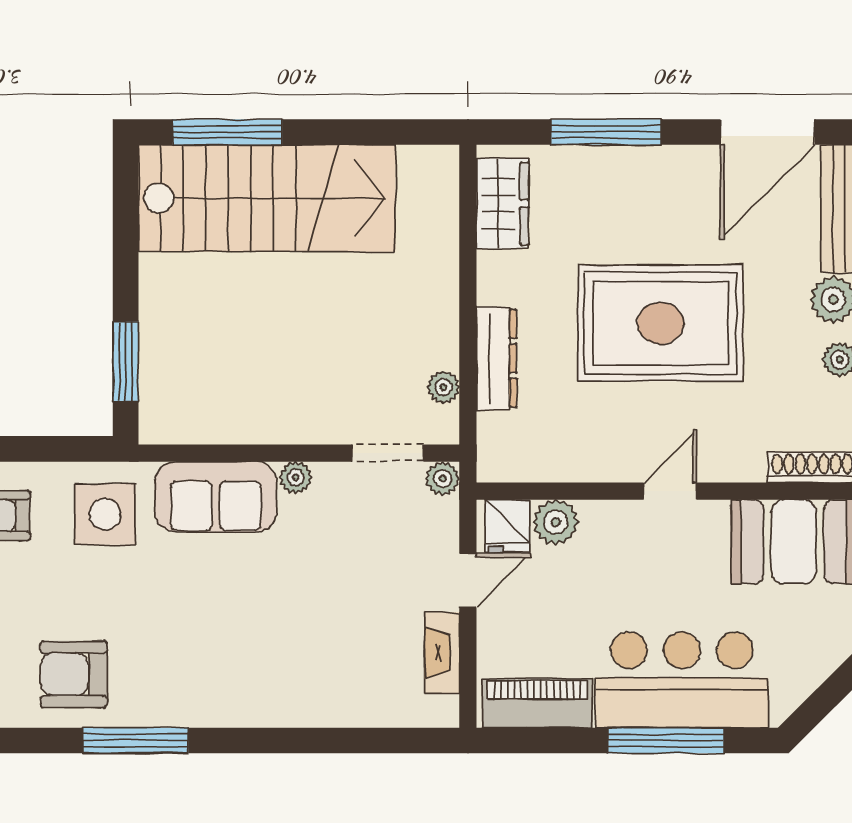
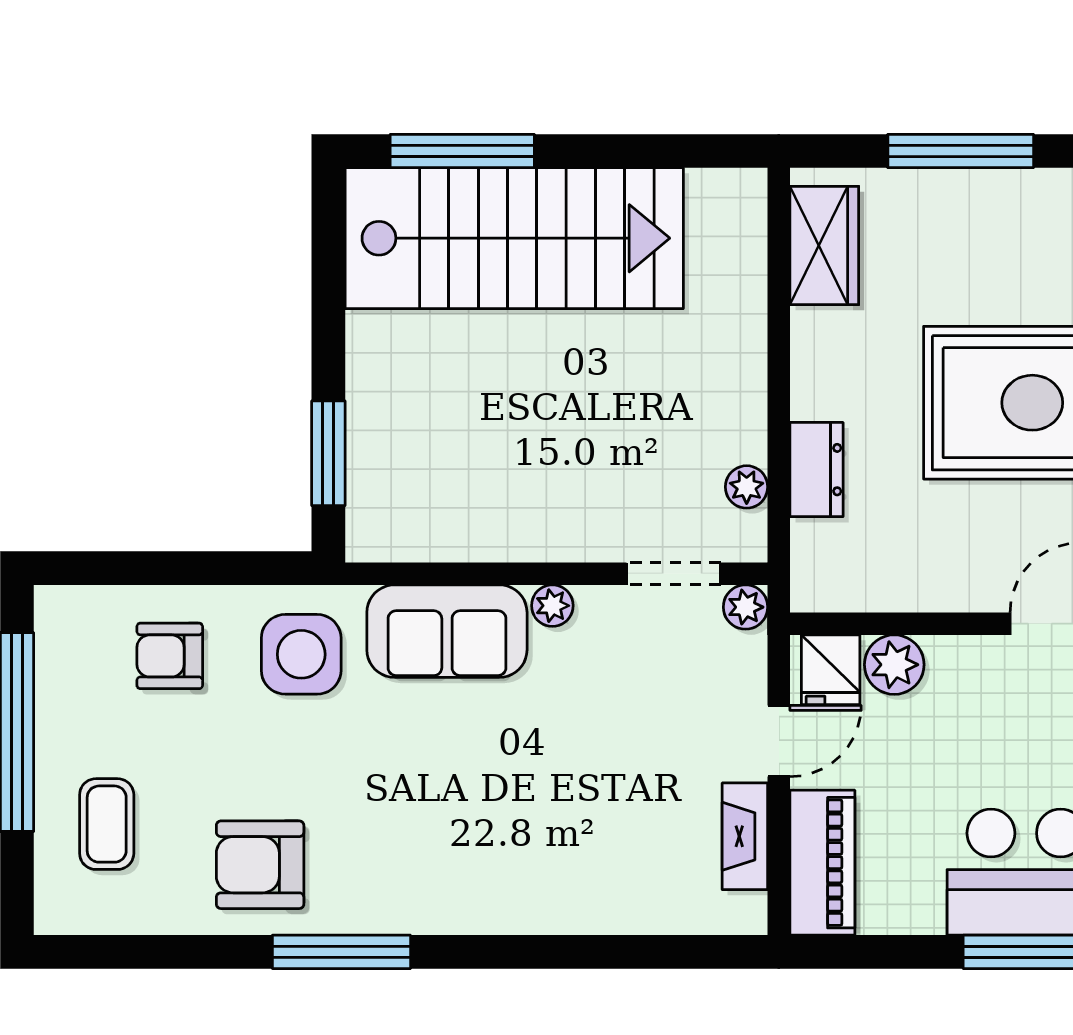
dresser: (497, 358) -> (816, 470), width x0.70
piano: (537, 703) -> (822, 863), moved, turned 90

